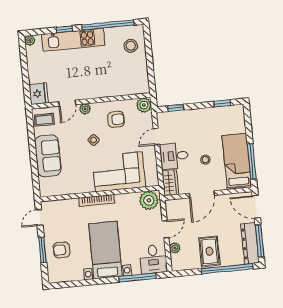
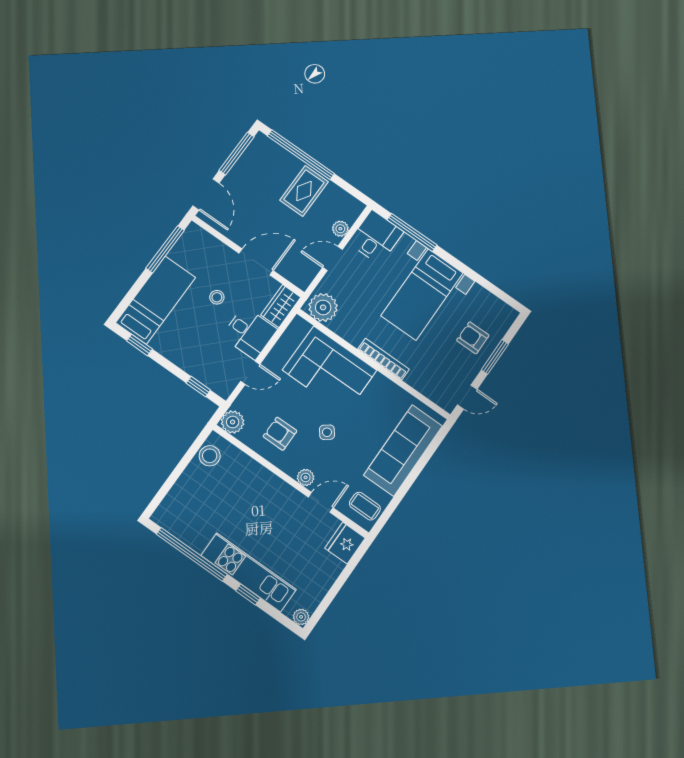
stool: (131, 46) -> (210, 456), moved
sofa: (48, 156) -> (403, 450), width x1.36
bed: (237, 162) -> (156, 300), moved, turned 180
dresser: (250, 243) -> (250, 160), removed
armchair: (62, 250) -> (473, 338), turned 180

